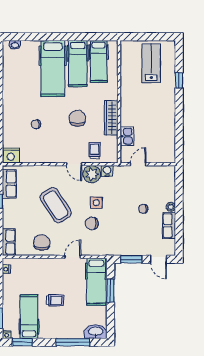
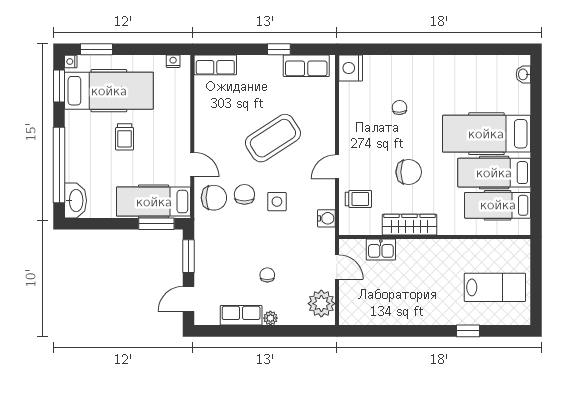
plant: (92, 174) -> (321, 304), moved
chair: (42, 243) -> (214, 198), moved
window: (111, 291) -> (156, 224), moved
hospital bed: (29, 317) -> (109, 91), width x1.37, depth x1.29
window: (73, 342) -> (59, 165), width x1.46

